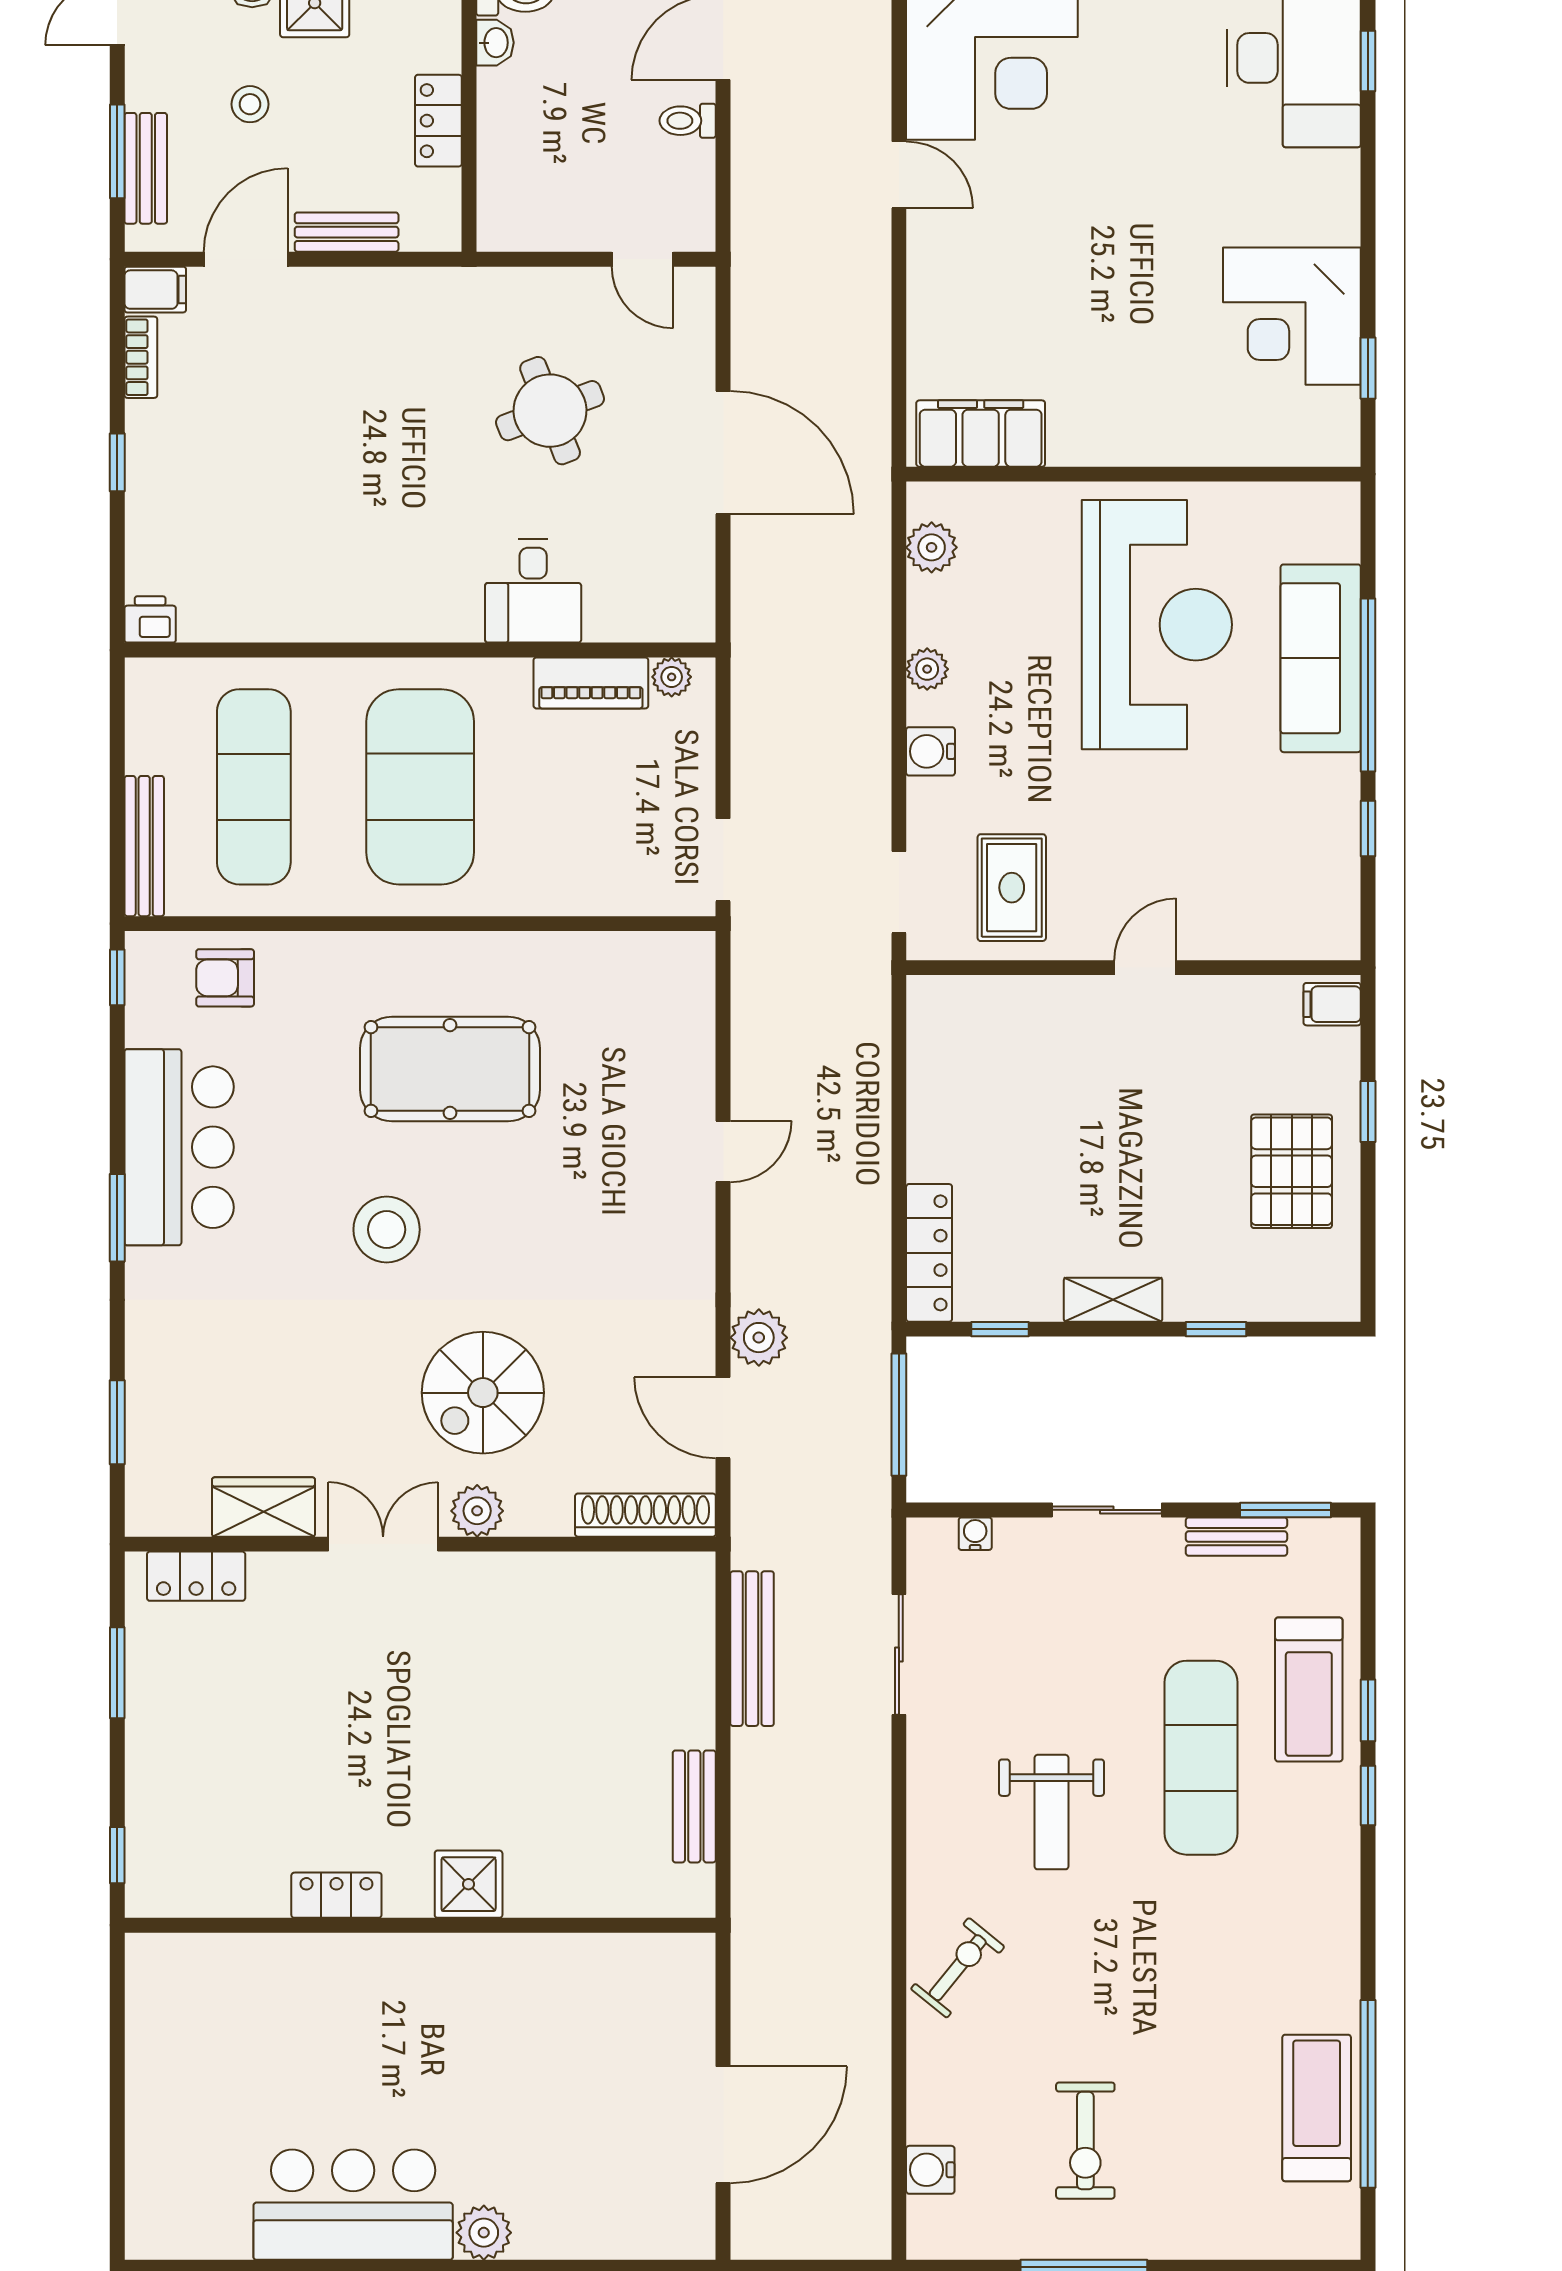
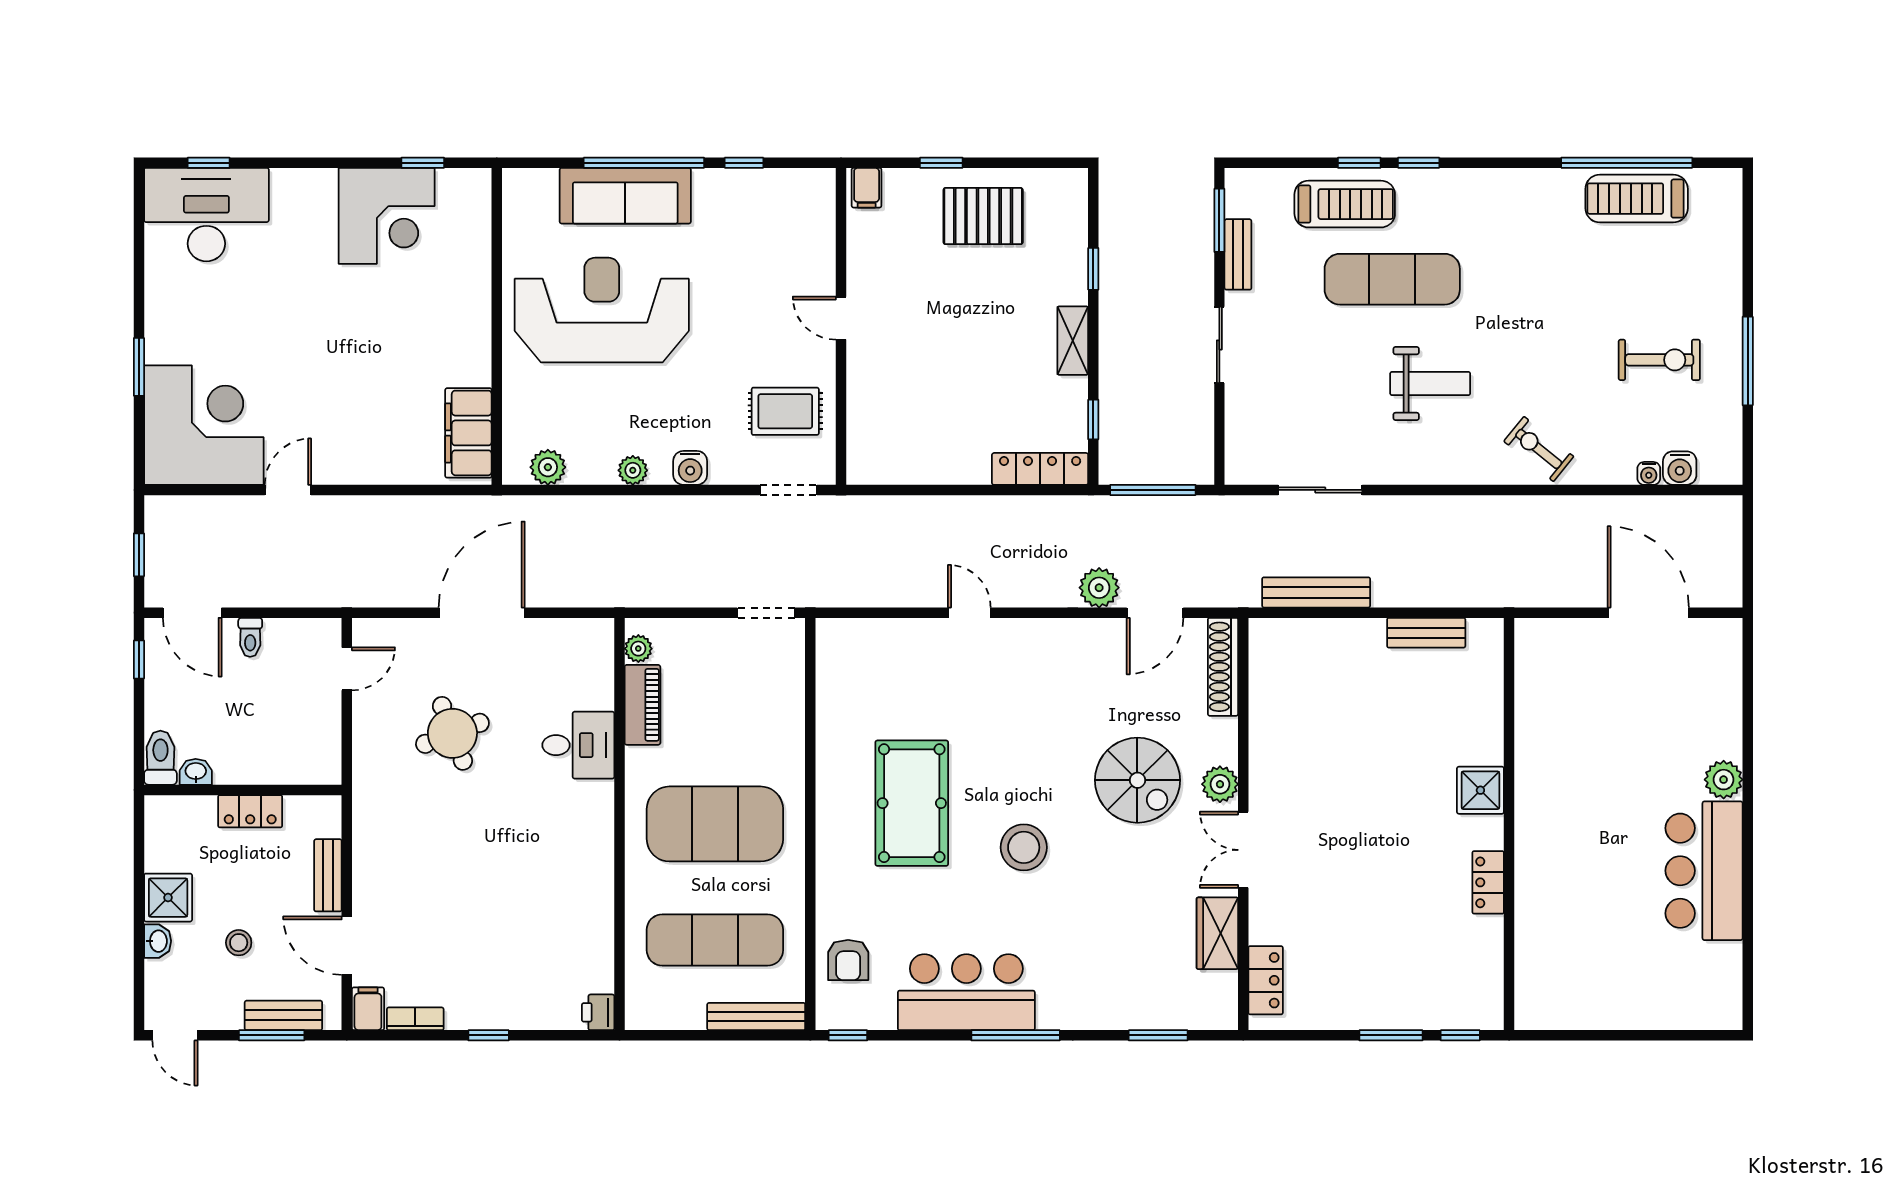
window: (117, 1218) -> (1016, 1035), width x1.44
water cooler: (975, 1534) -> (1649, 473), moved, turned -90
window: (117, 1673) -> (1391, 1035), moved

